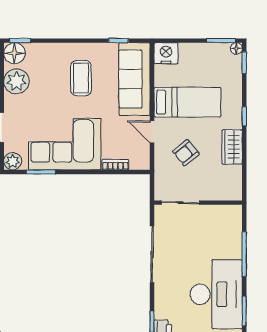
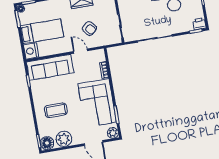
coffee table: (81, 78) -> (56, 110), moved
bed: (187, 102) -> (42, 31), moved, turned 90
door: (152, 132) -> (80, 51), swing flipped

